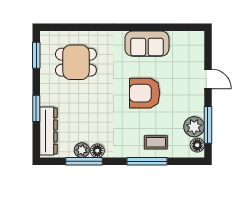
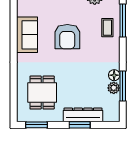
dresser: (48, 131) -> (83, 115), moved
window: (147, 161) -> (123, 21), moved

